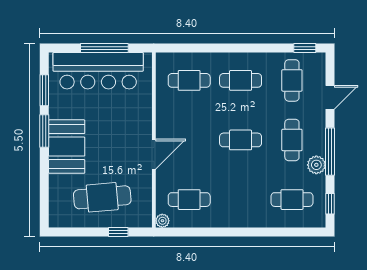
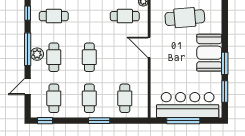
window: (226, 48) -> (99, 121), added
cafe table: (189, 80) -> (125, 98), turned 90
cafe table: (241, 80) -> (89, 98), turned 90
cafe table: (241, 140) -> (89, 57), turned 90
door: (154, 154) -> (149, 47), hinge flipped
plant: (316, 165) -> (37, 54), moved

